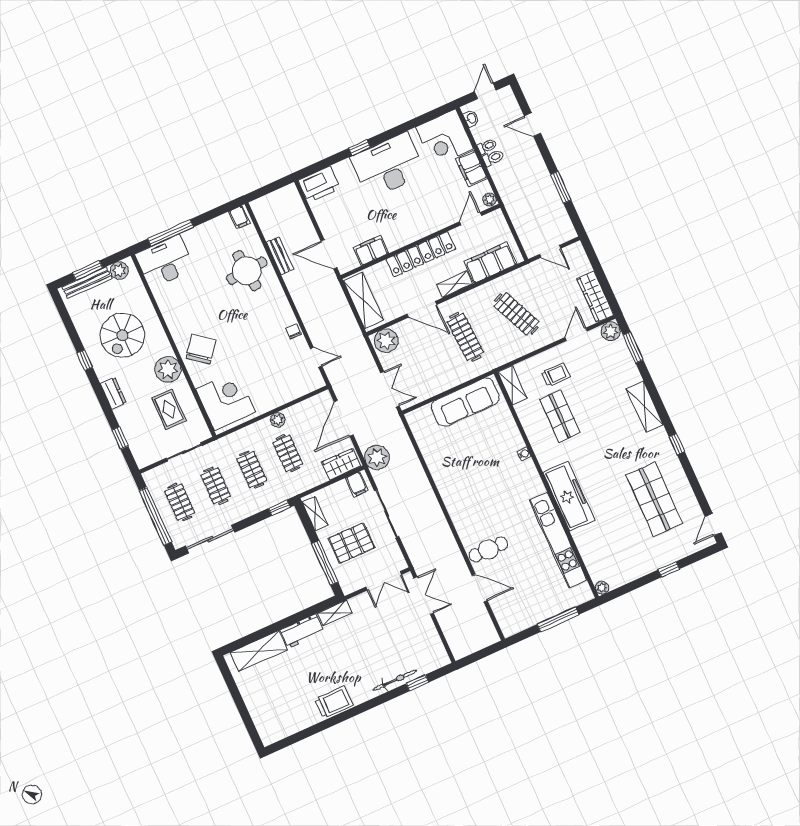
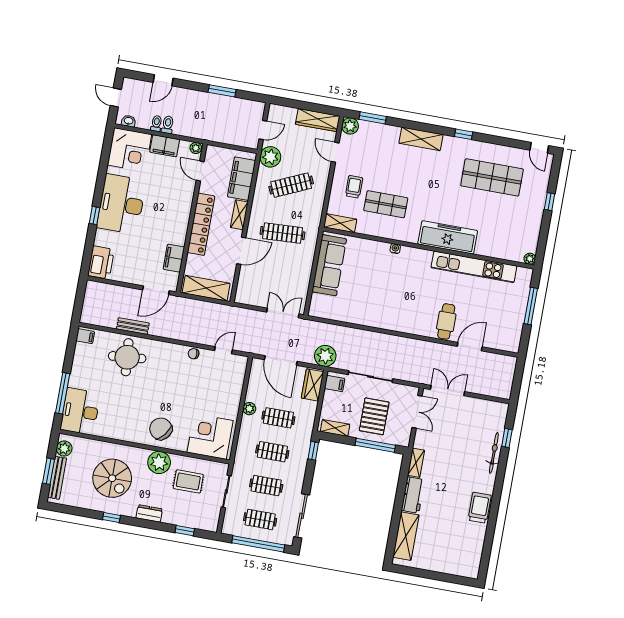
plant: (386, 341) -> (270, 157), moved

